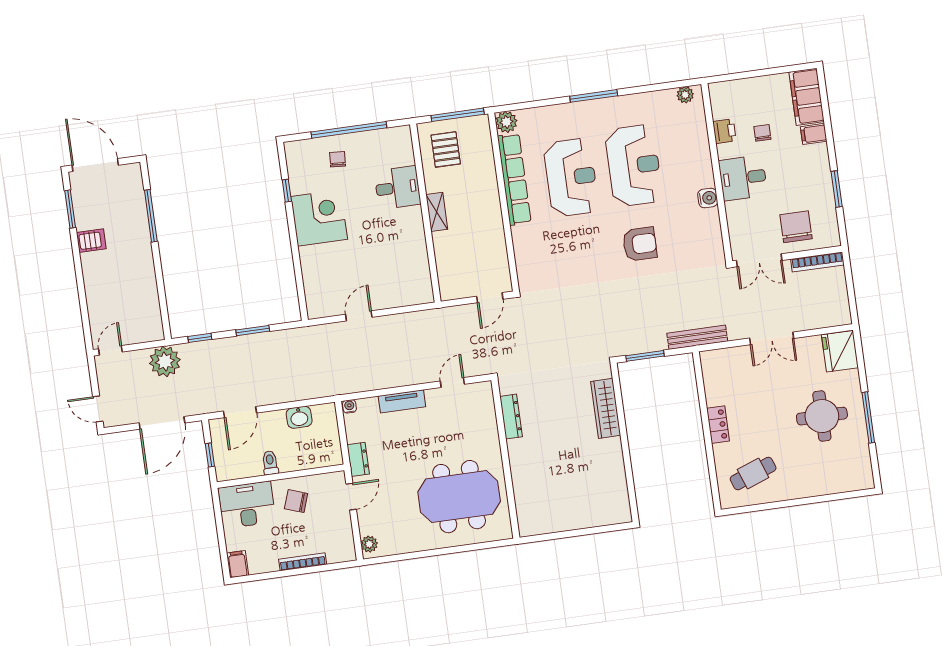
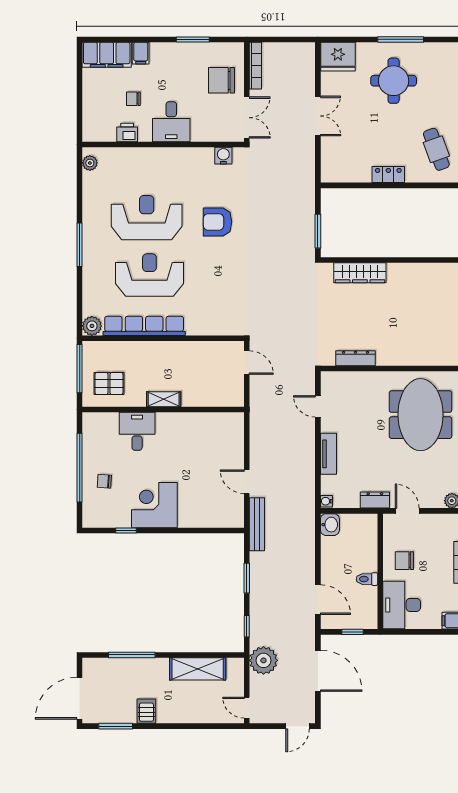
water cooler: (708, 198) -> (223, 156), moved
armchair: (640, 244) -> (217, 222), turned -90
shelving: (146, 290) -> (198, 669), added
bench: (697, 337) -> (257, 524), moved
washbasin: (299, 417) -> (330, 525), moved
chair: (296, 501) -> (404, 561), turned 71

